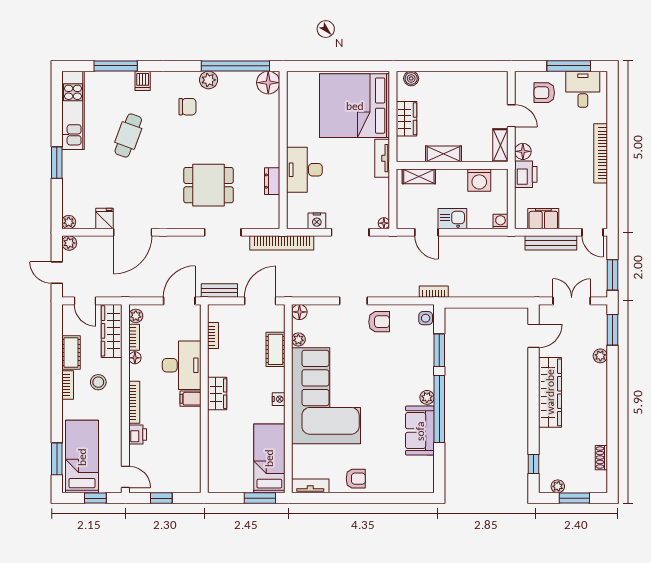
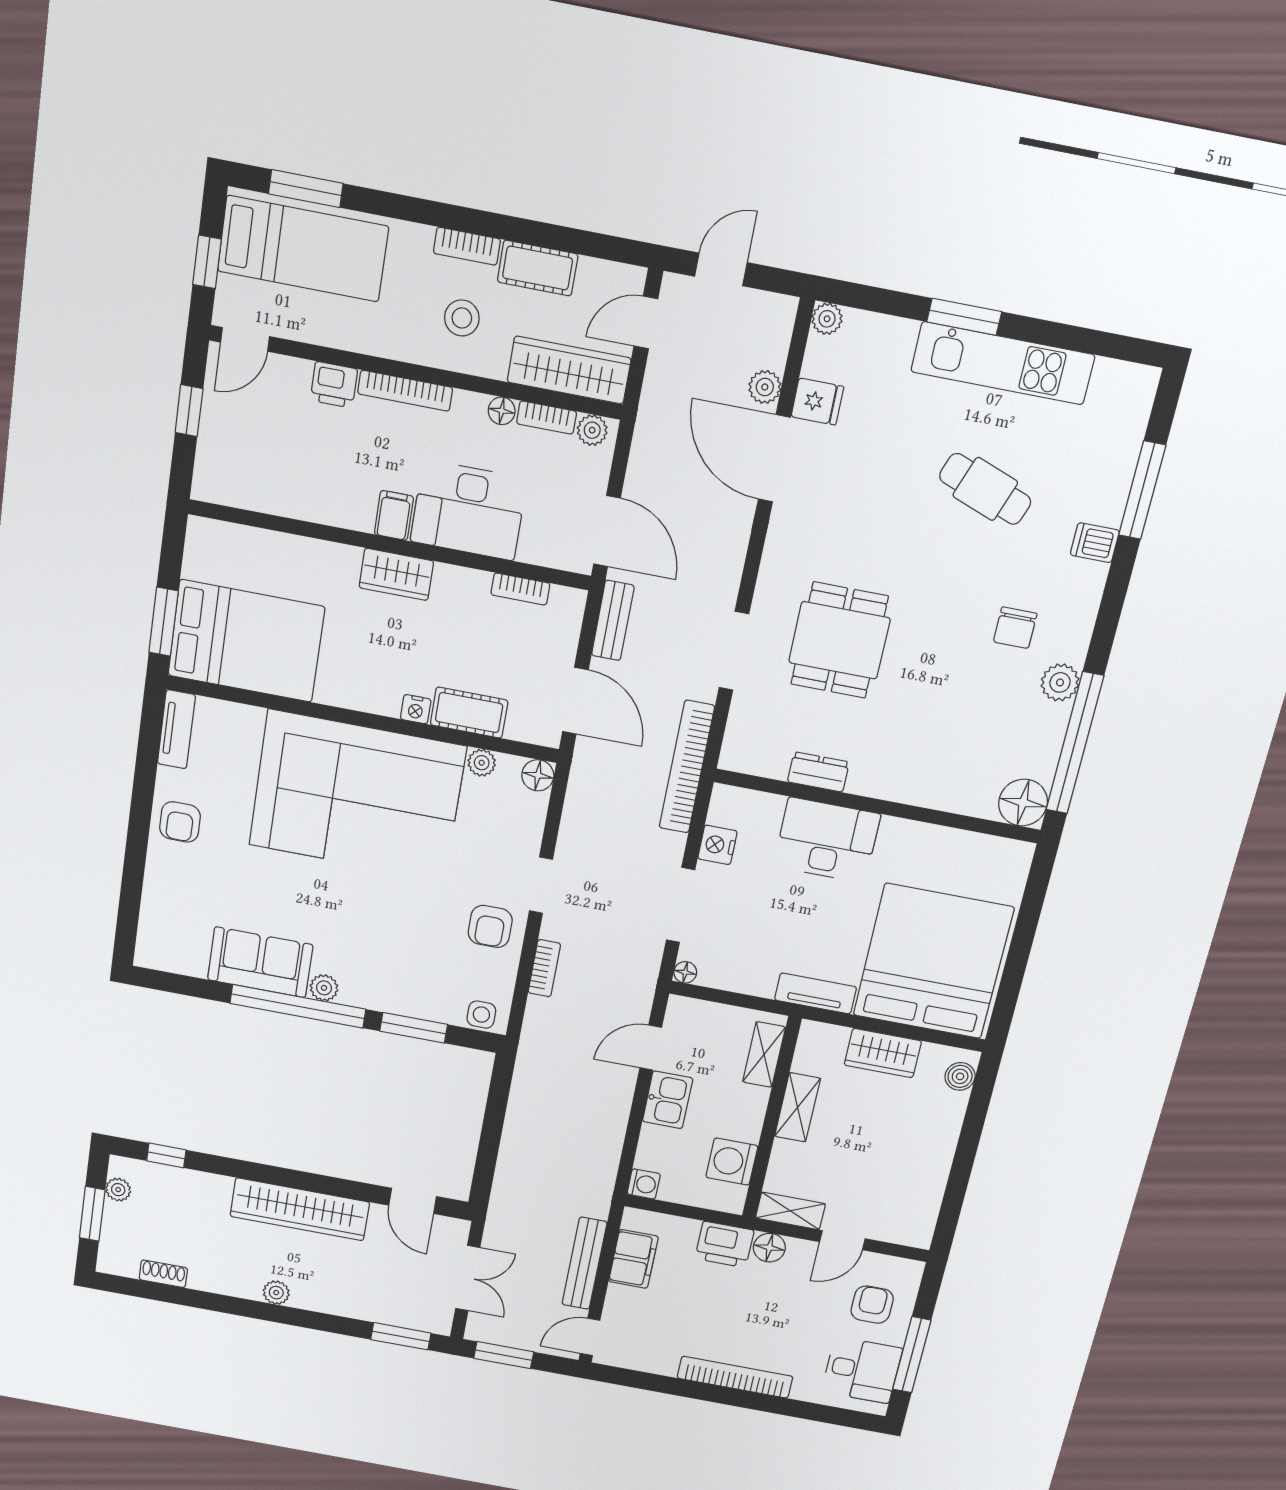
kitchen unit: (73, 110) -> (1003, 363), moved
plant: (69, 243) -> (765, 387), moved
bookcase: (434, 292) -> (544, 968), moved
plant: (600, 356) -> (276, 1293), moved
nightstand: (279, 399) -> (416, 709), moved
bed: (269, 458) -> (246, 641), width x1.50

